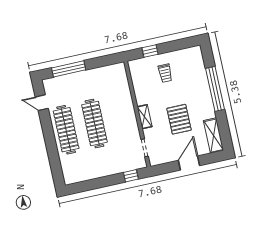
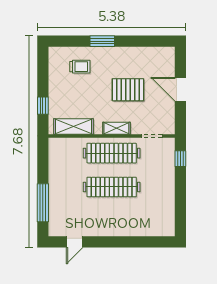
trolley: (165, 73) -> (80, 67), moved
window: (215, 89) -> (102, 41), width x0.47
clothes rail: (66, 130) -> (112, 153), moved
shelving: (213, 136) -> (73, 126), moved

